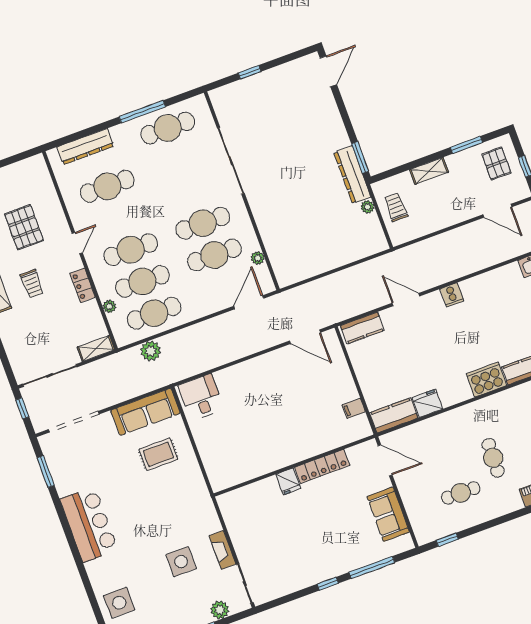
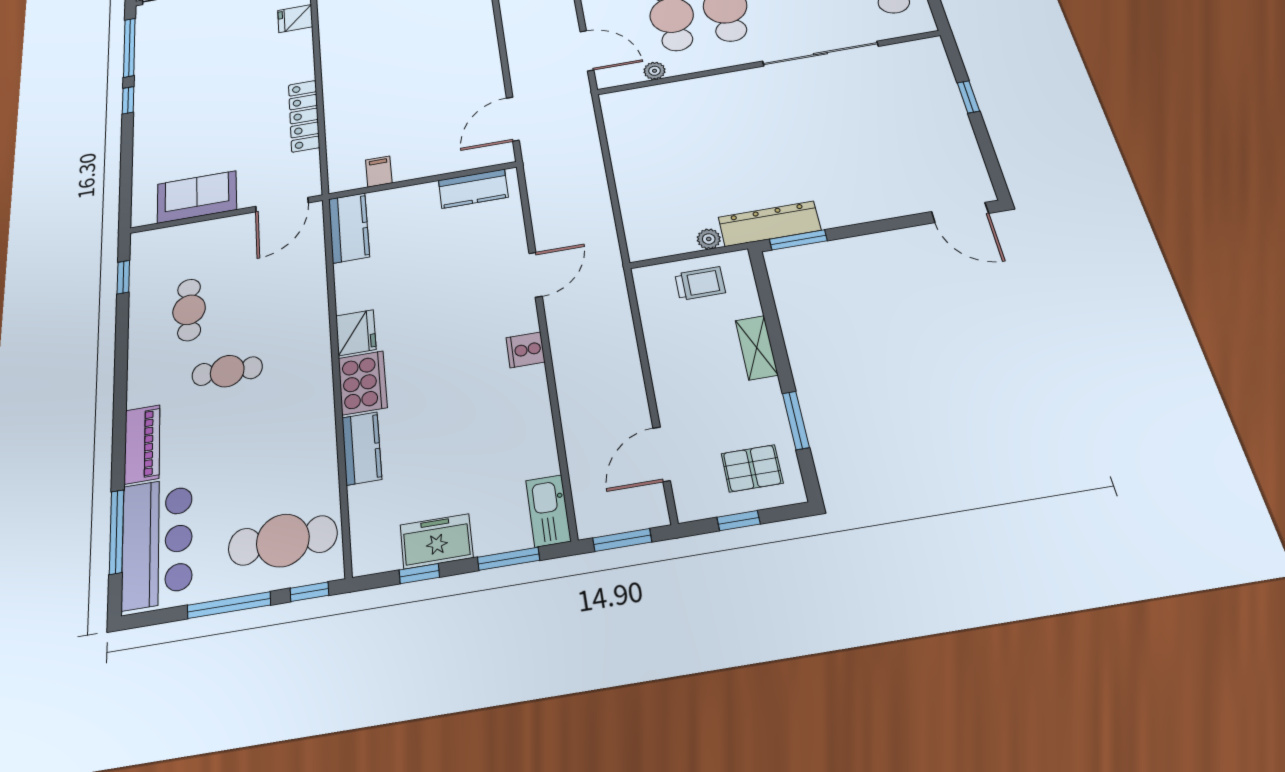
kitchen counter: (362, 328) -> (473, 189), moved, turned -90
fridge: (427, 403) -> (356, 333), moved
fridge: (288, 481) -> (295, 19), moved
window: (372, 567) -> (129, 48), moved

